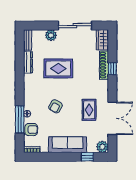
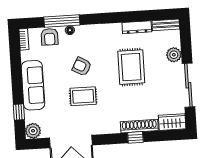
rug: (89, 110) -> (83, 96), moved

